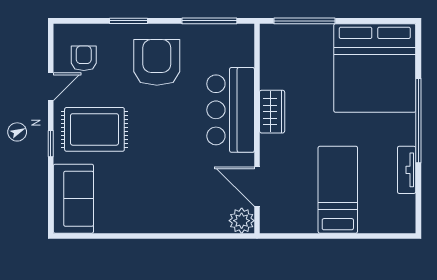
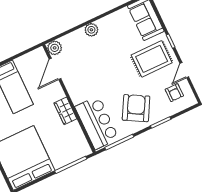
armchair: (157, 62) -> (136, 108), turned -151
bar counter: (231, 110) -> (97, 123), moved
door: (257, 187) -> (55, 69), swing flipped
plant: (169, 222) -> (91, 30), added

